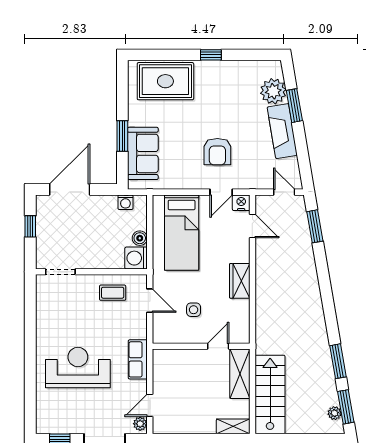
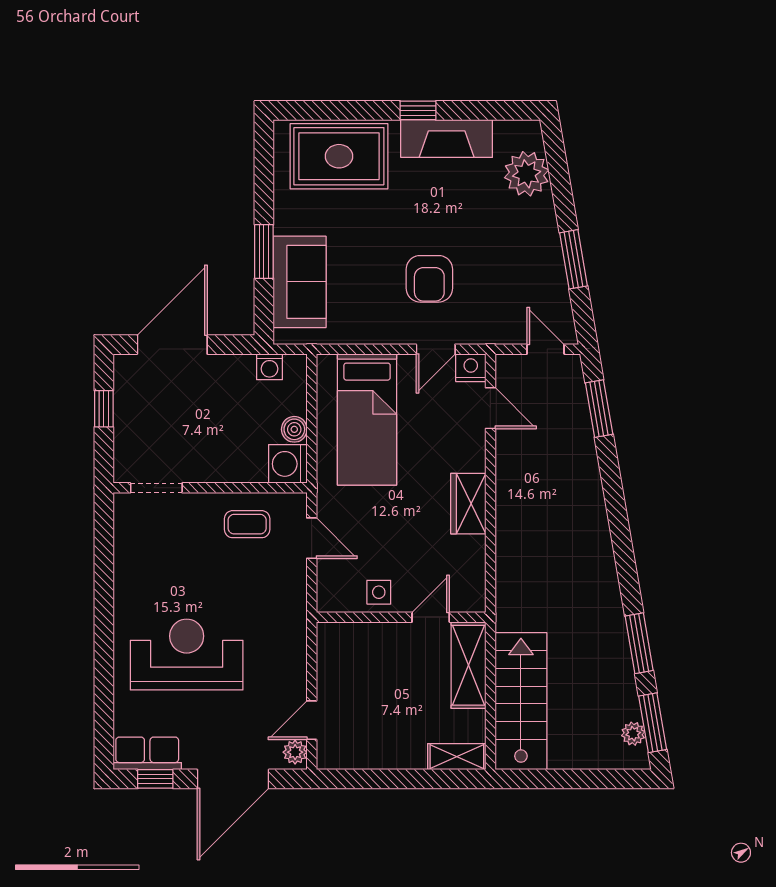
window: (294, 106) -> (574, 259), moved
fireplace: (282, 131) -> (447, 139), moved, turned -80
side table: (194, 310) -> (379, 592), moved
row of seats: (138, 359) -> (147, 753), moved, turned 90

